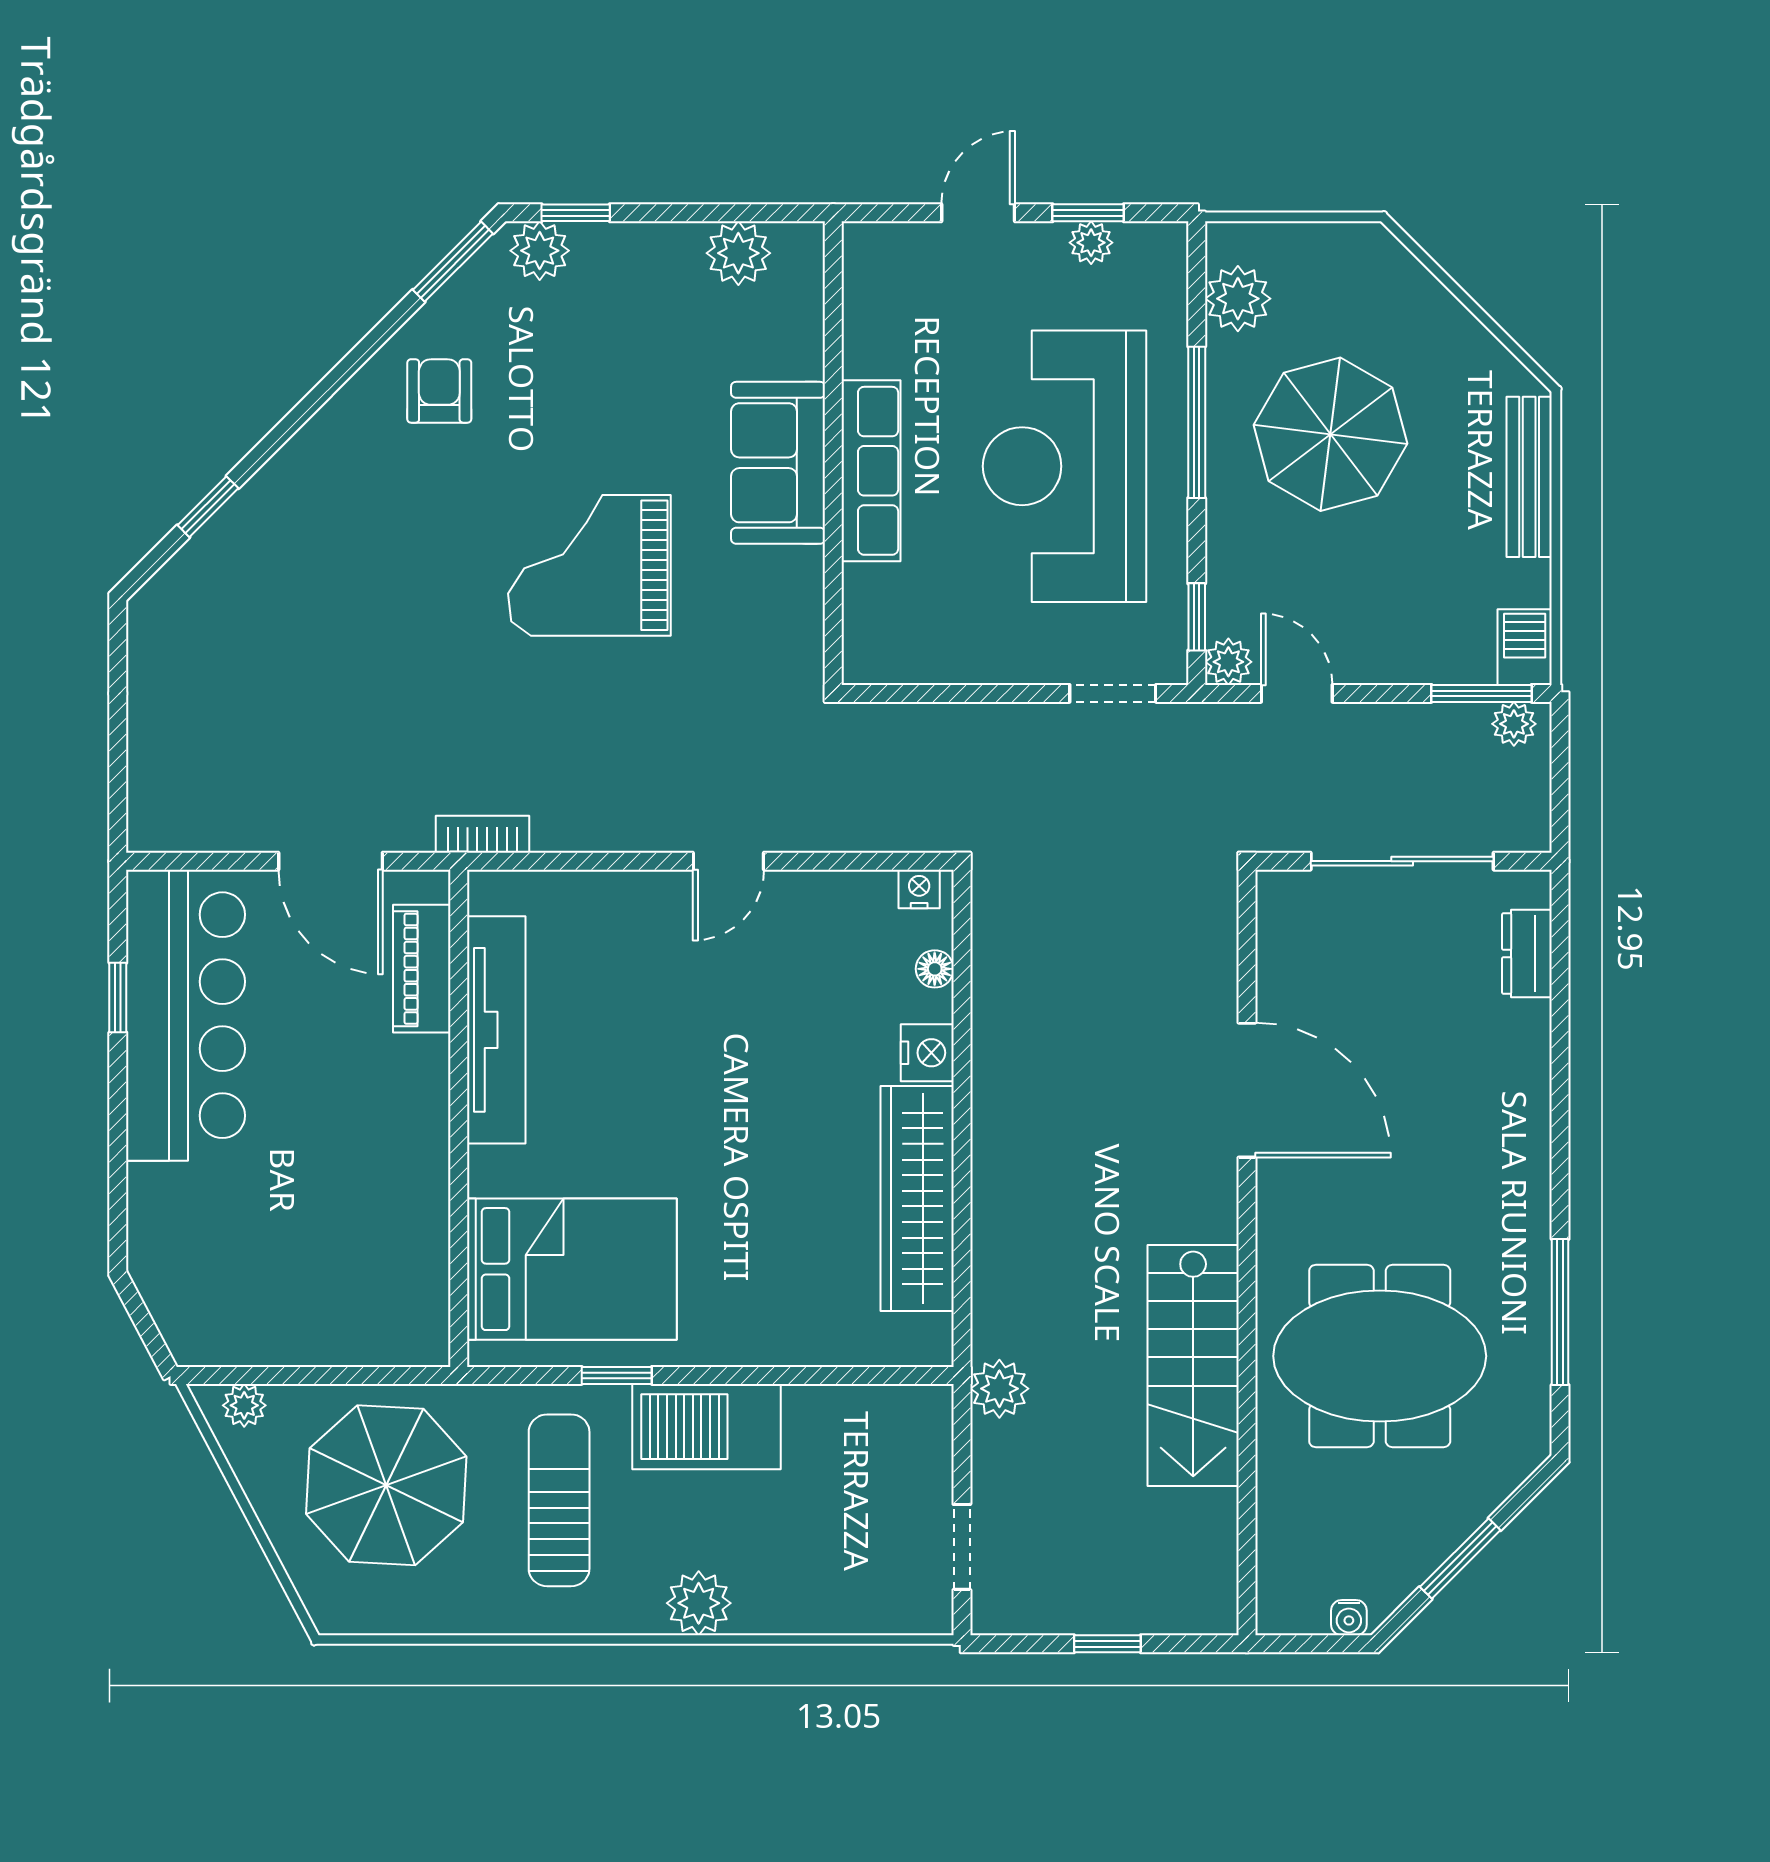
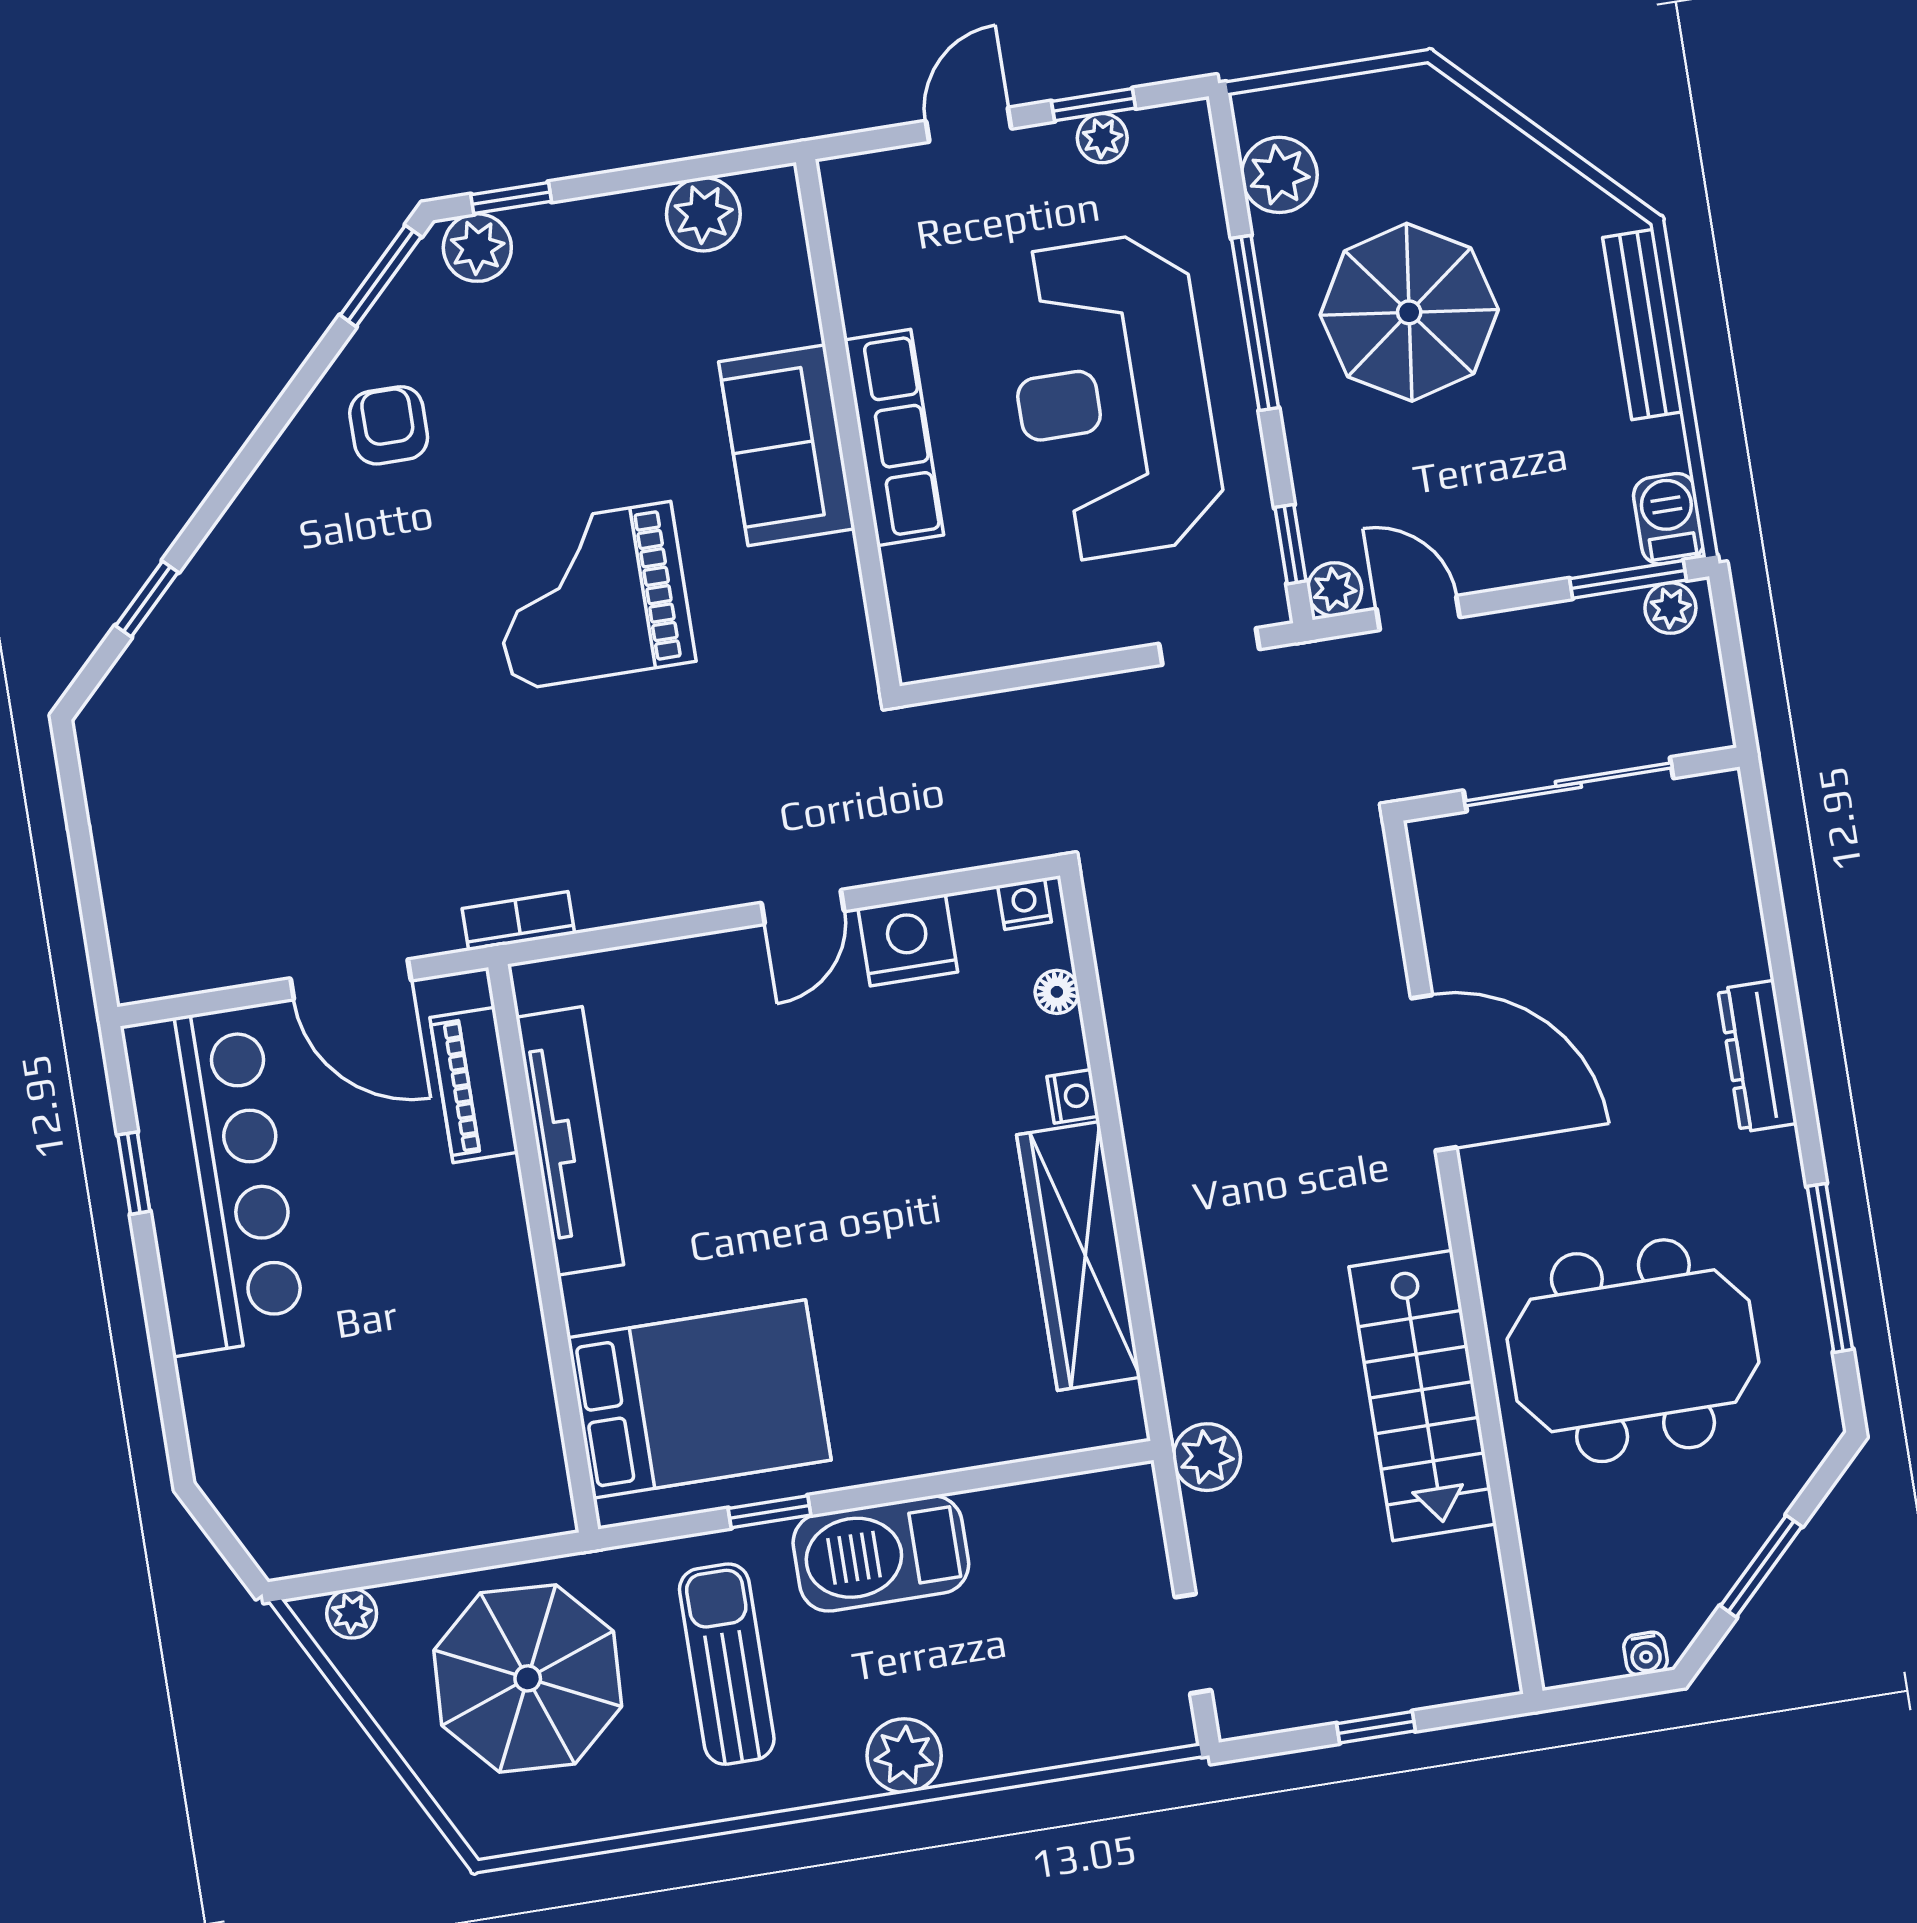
nightstand: (814, 904) -> (908, 940), added
dresser: (1527, 954) -> (1757, 1056), moved, width x1.44
nightstand: (927, 1053) -> (1073, 1096), width x0.72, depth x0.74

